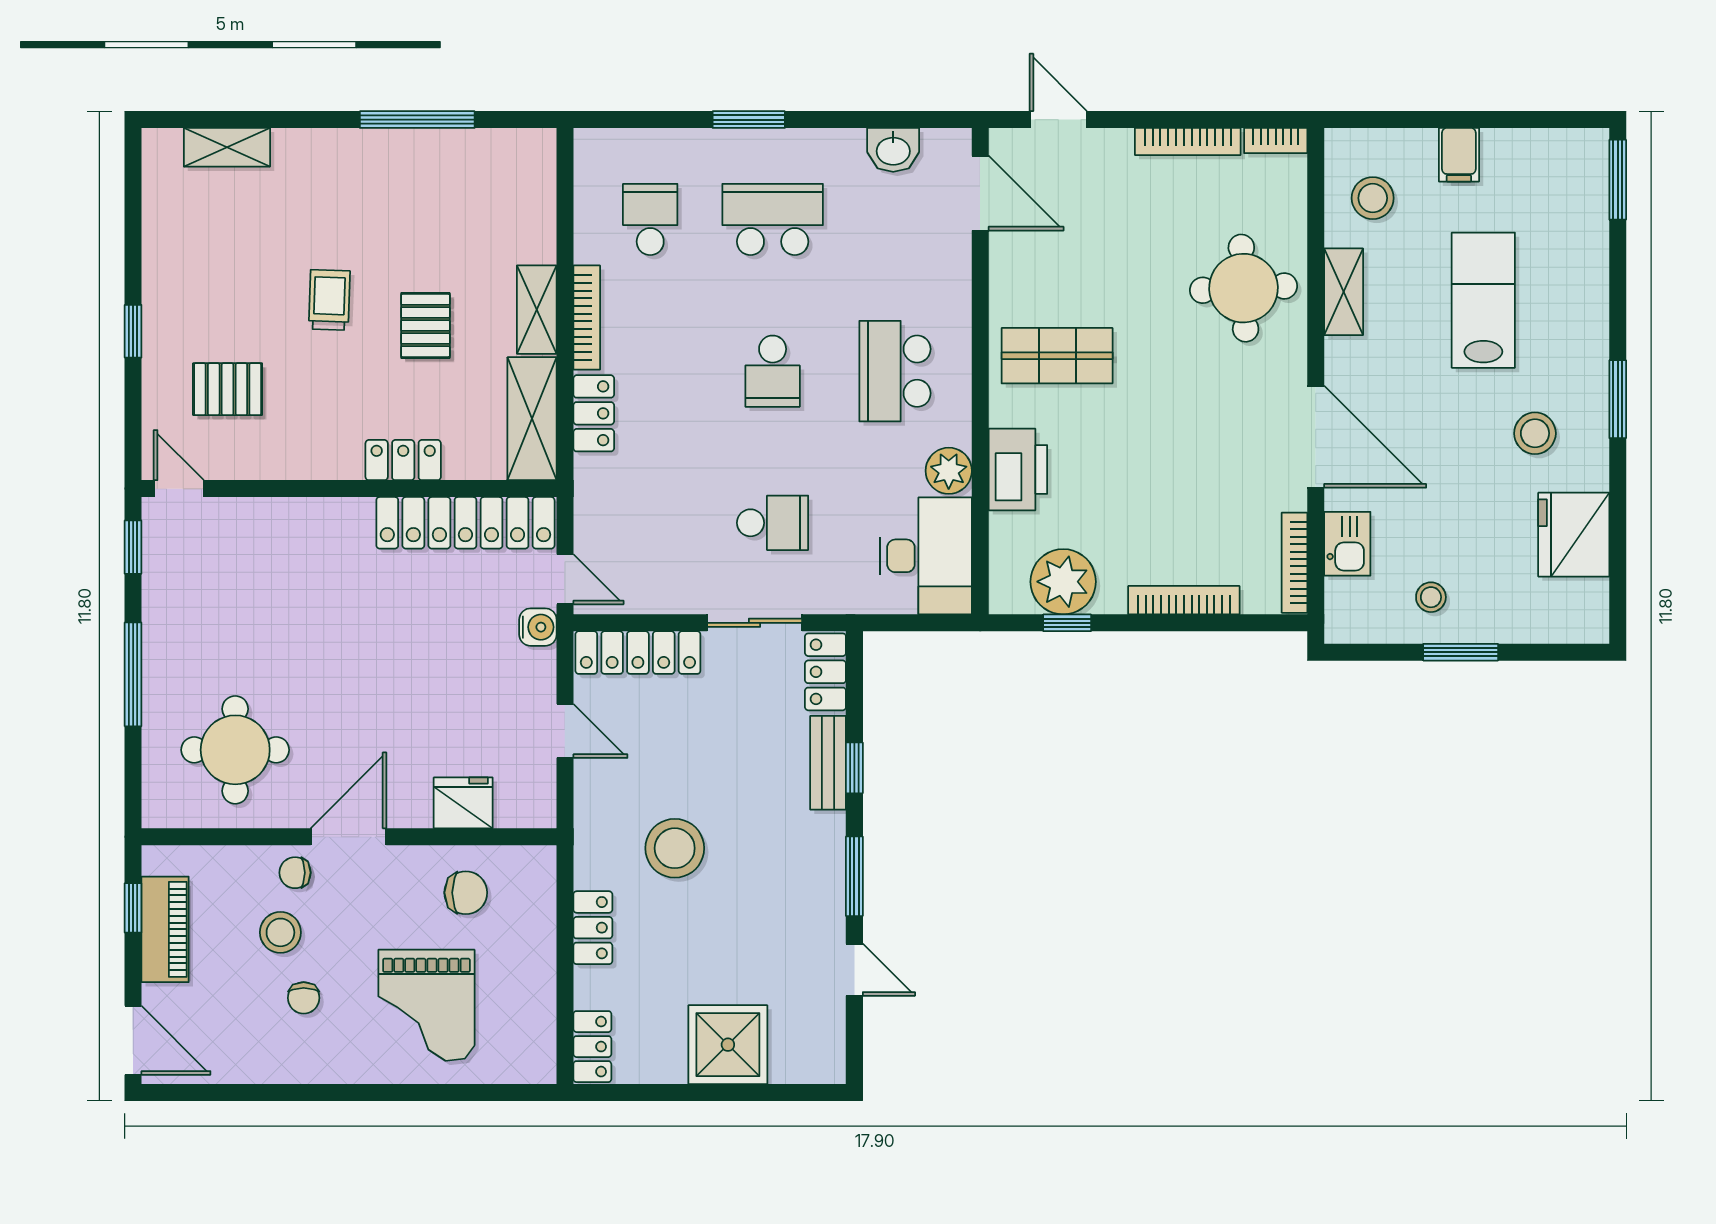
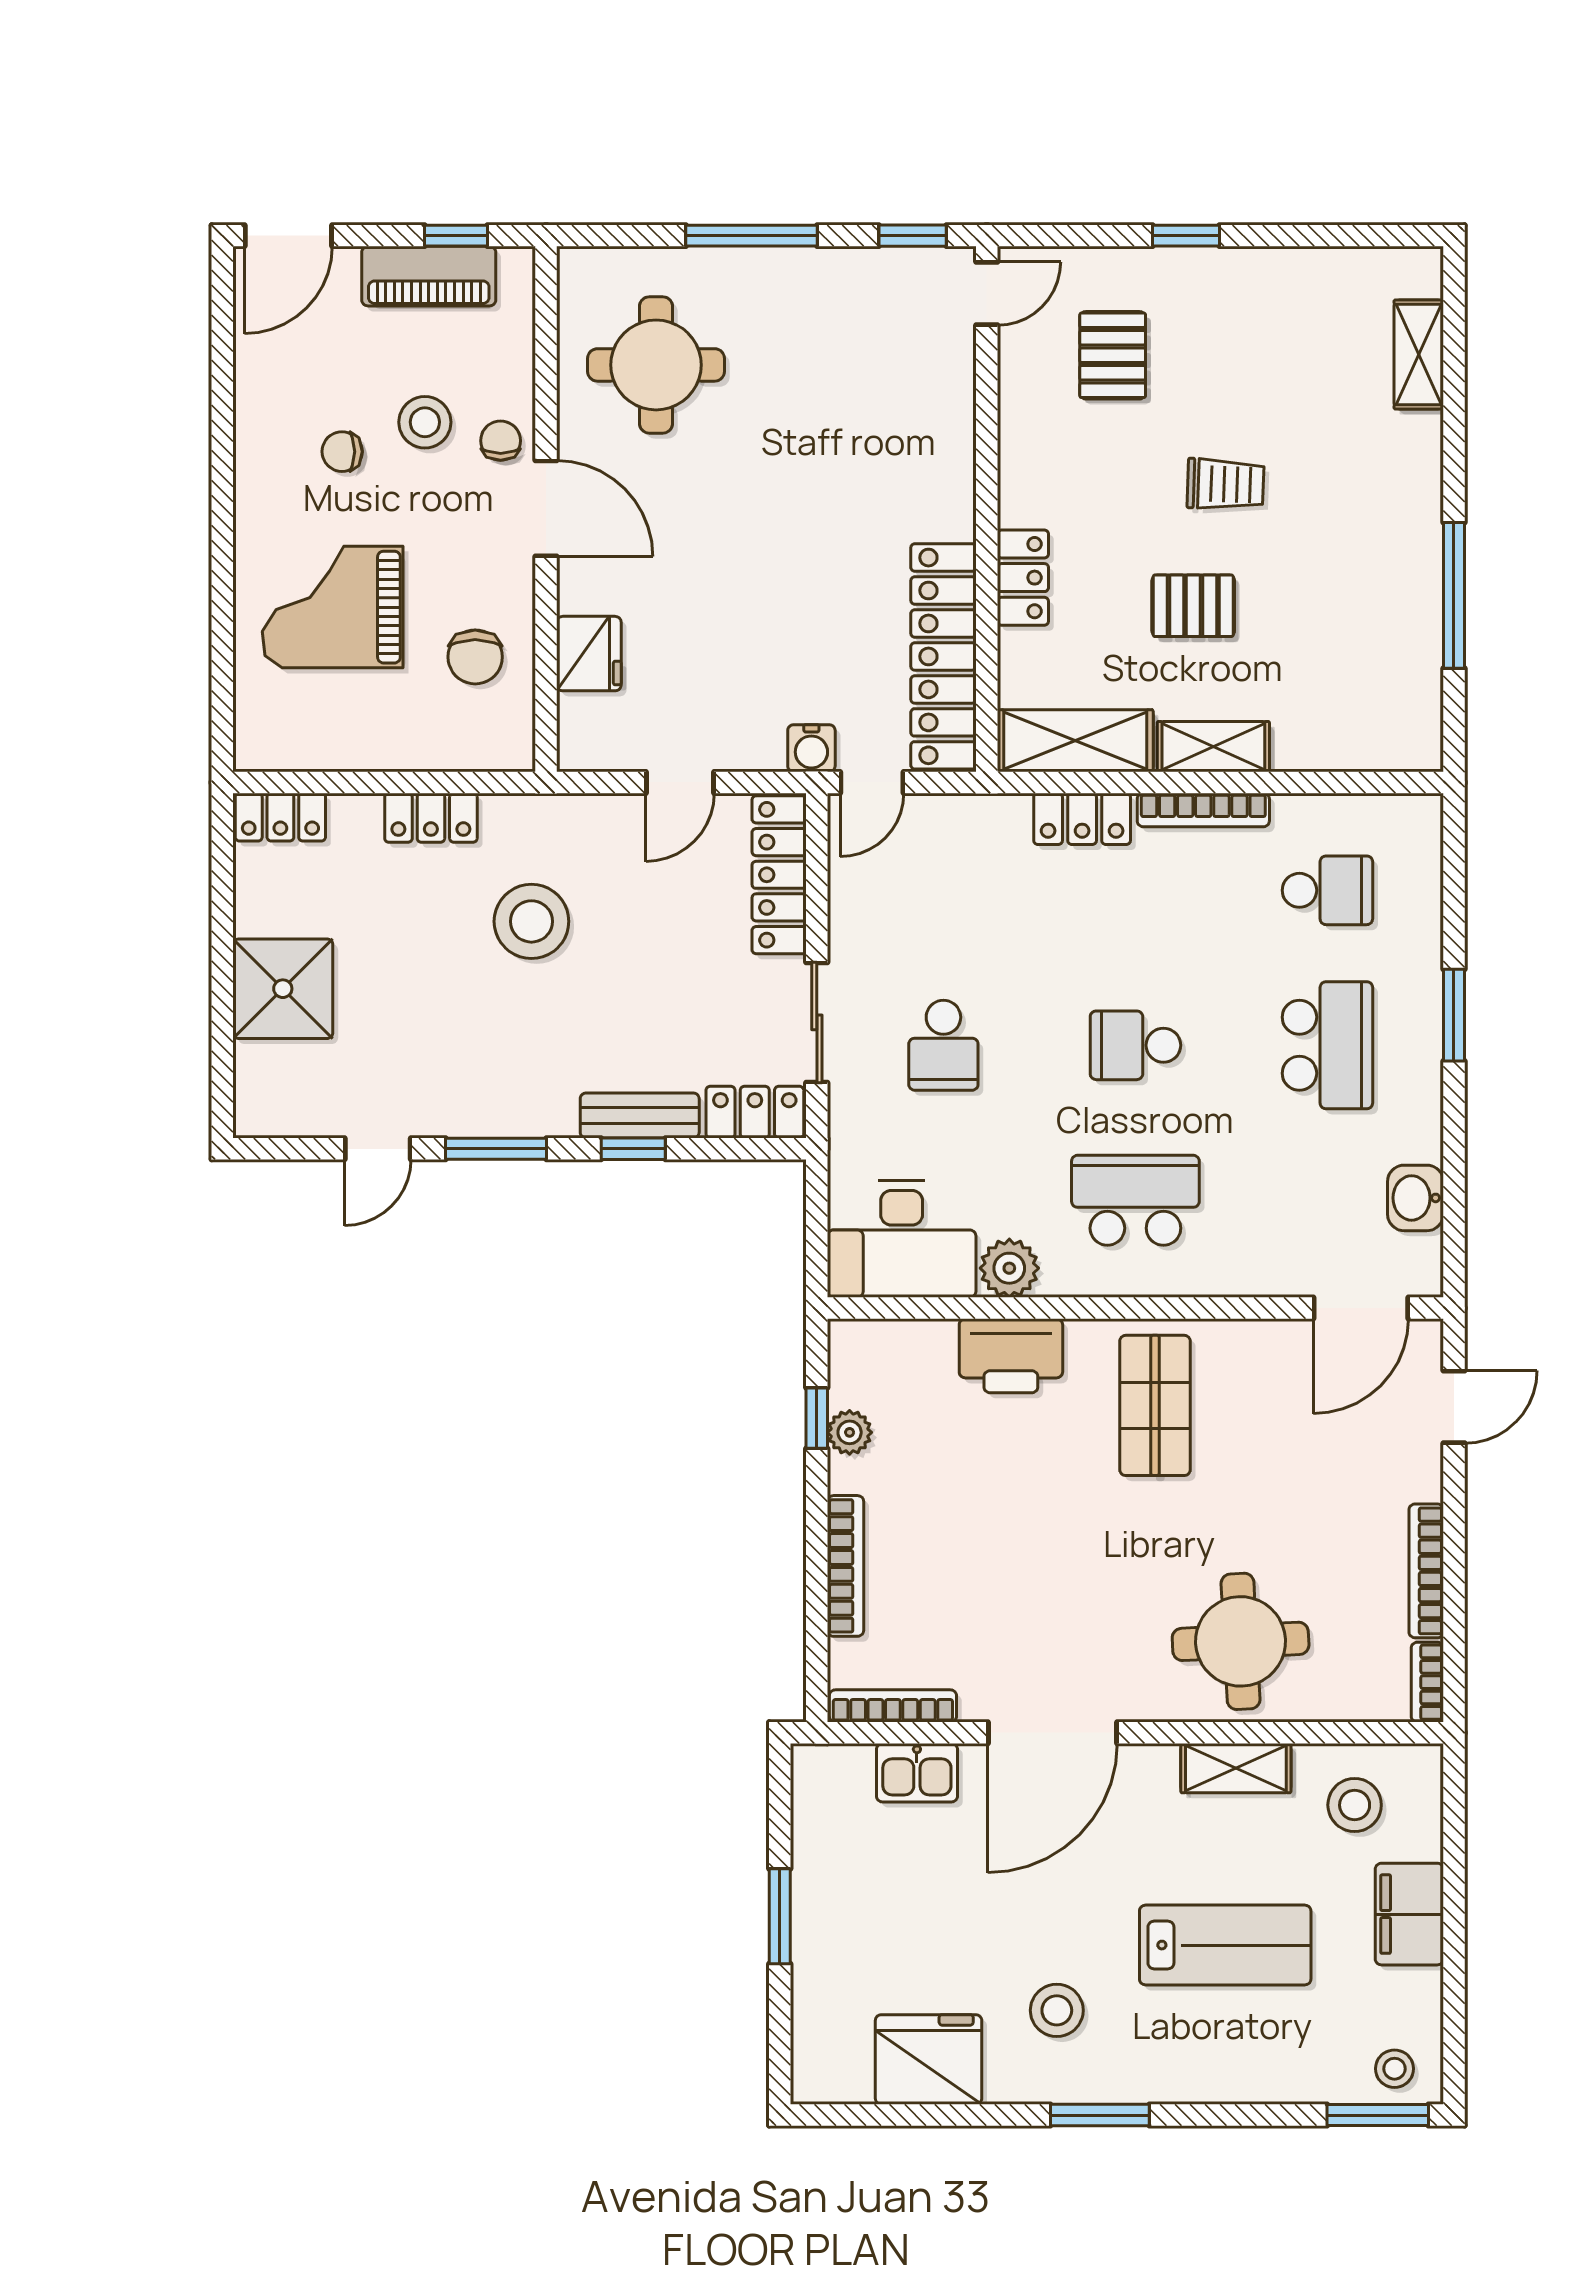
filing cabinet: (1459, 155) -> (1409, 1914), width x2.00
plant: (1063, 582) -> (850, 1432), width x0.53, depth x0.53
stool: (1431, 597) -> (1394, 2069), moved

